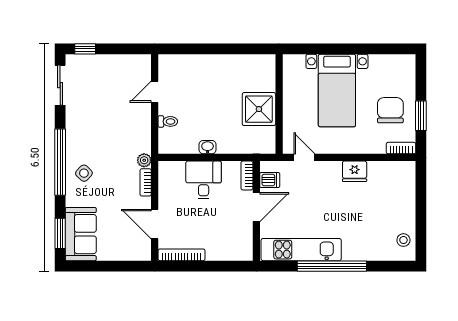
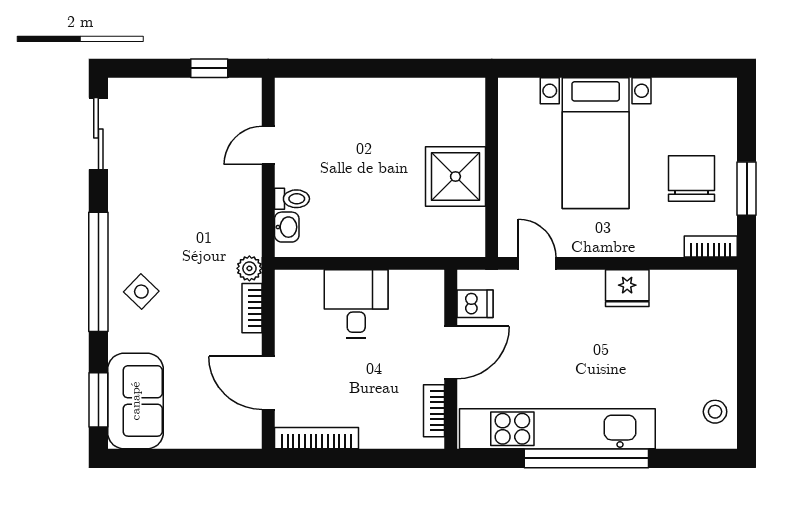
window: (85, 49) -> (209, 68), moved
washbasin: (208, 147) -> (287, 227), moved, turned 90
bookcase: (247, 176) -> (434, 411), moved
kitchen unit: (301, 250) -> (557, 429), width x1.36

